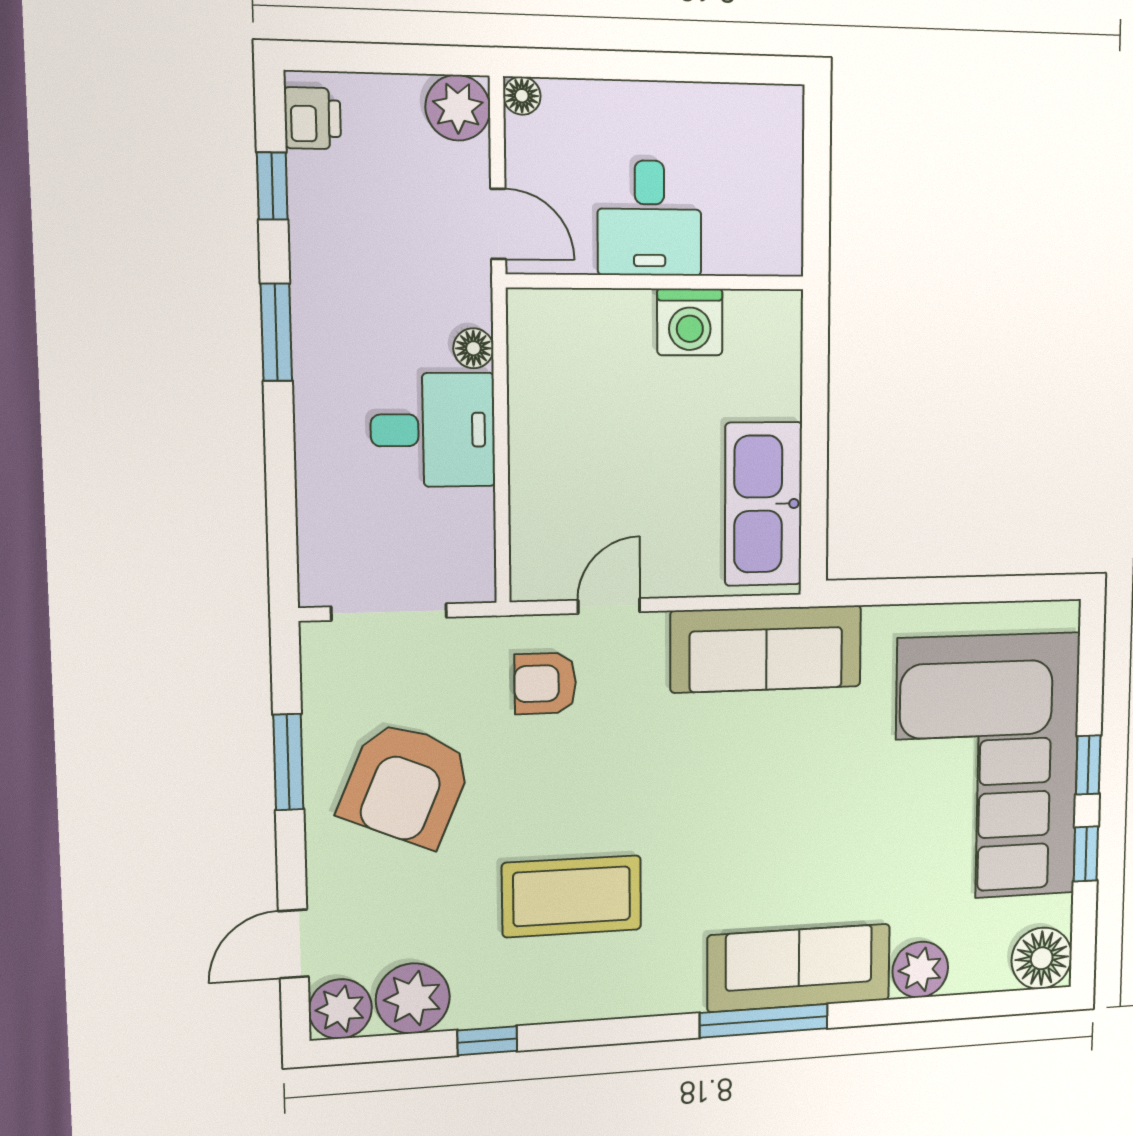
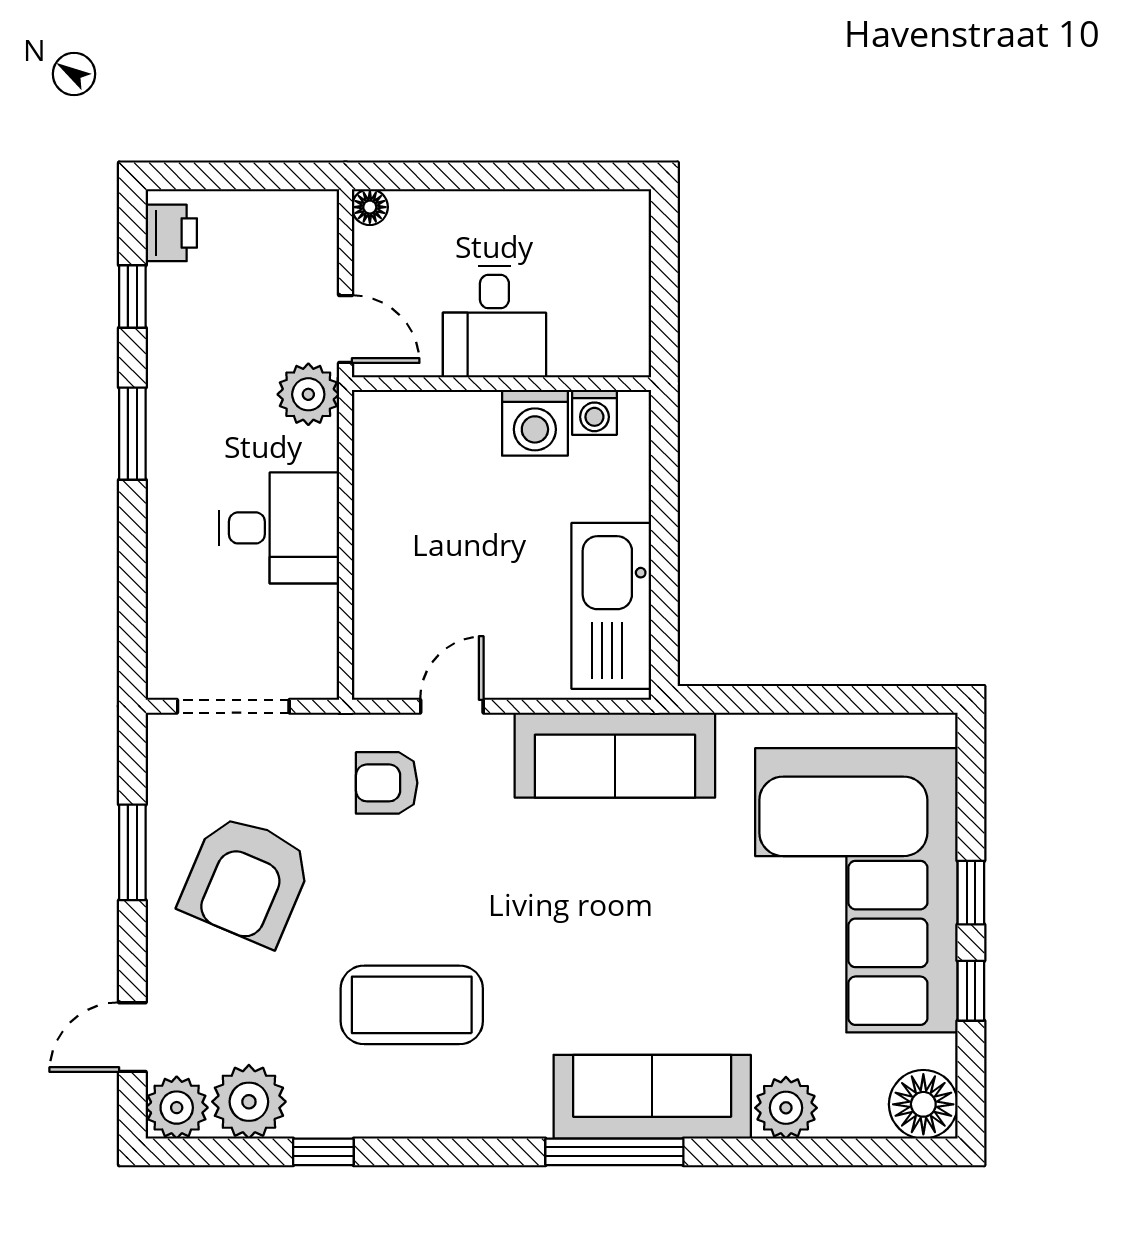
plant: (458, 108) -> (308, 394), moved
washing machine: (748, 312) -> (594, 412), added
floor lamp: (473, 348) -> (320, 449), removed

